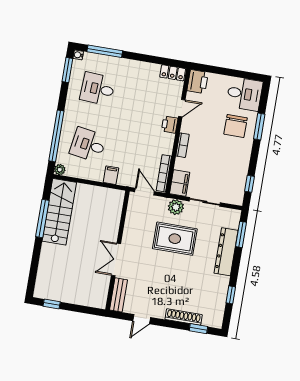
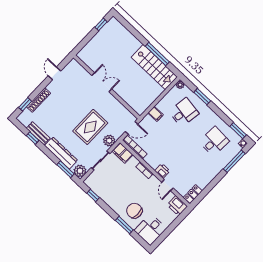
window: (56, 136) -> (202, 97), width x0.47
plant: (232, 217) -> (80, 171), added
bench: (118, 295) -> (38, 133), moved

